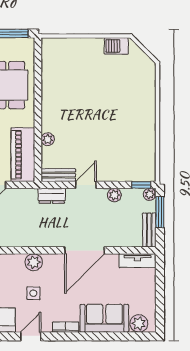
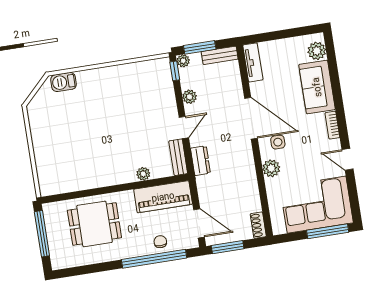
barbecue: (116, 46) -> (64, 82), moved, turned 90
door: (86, 185) -> (184, 127), swing flipped
side table: (33, 293) -> (278, 142), moved

